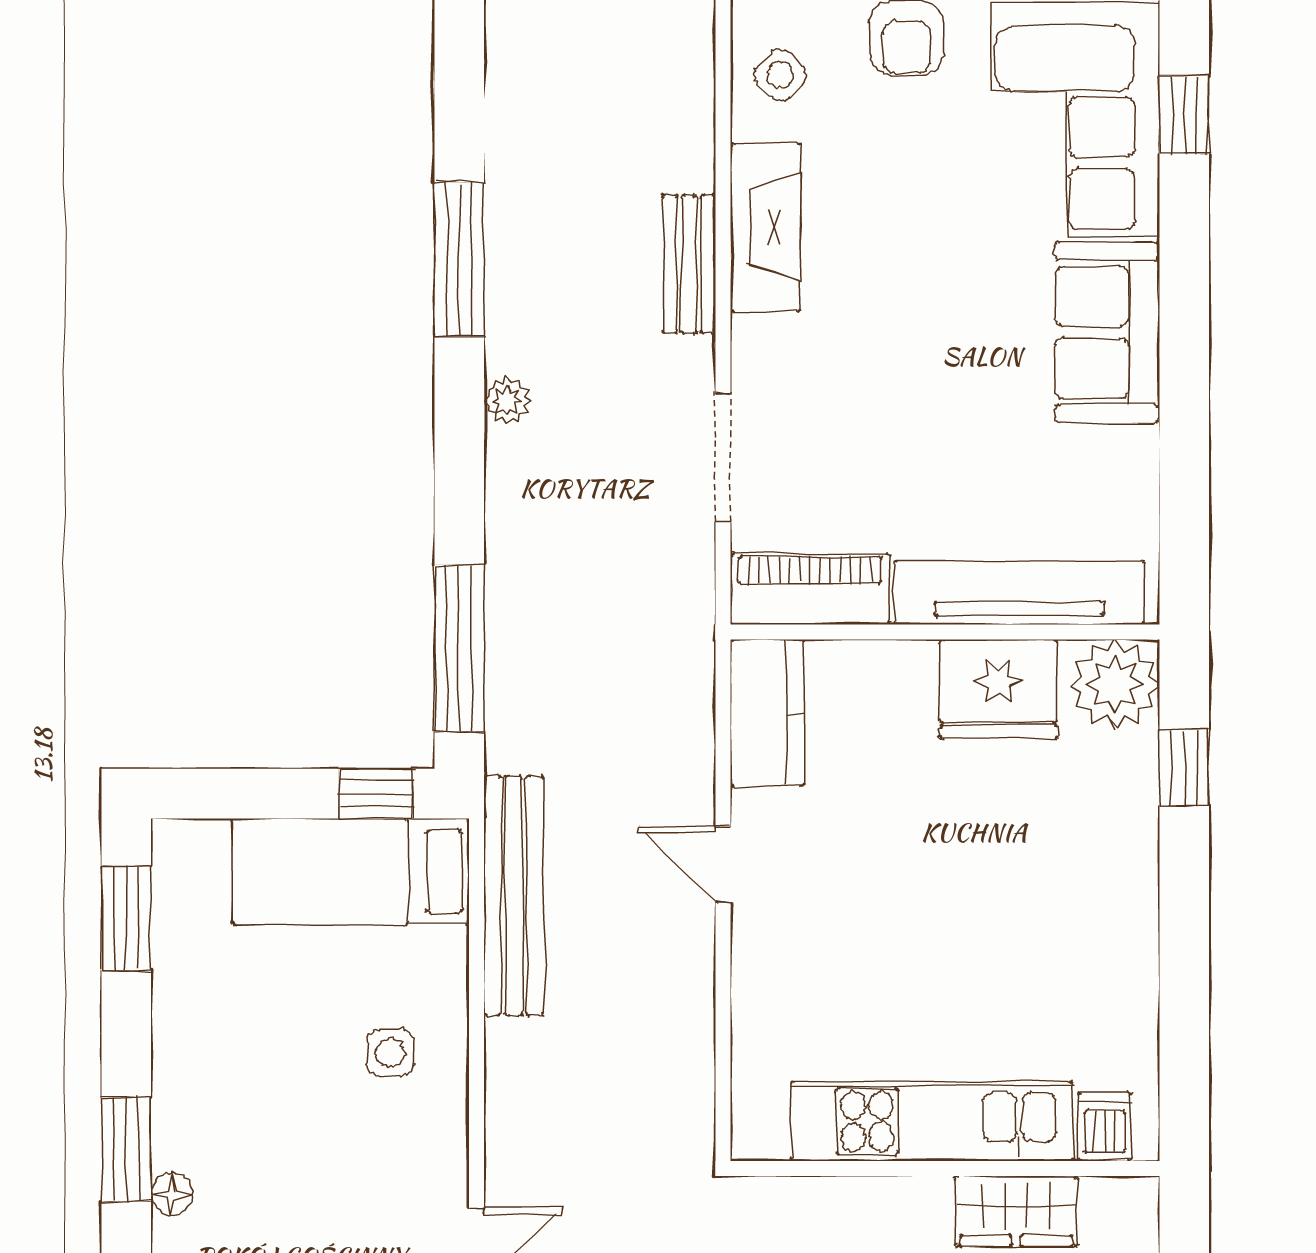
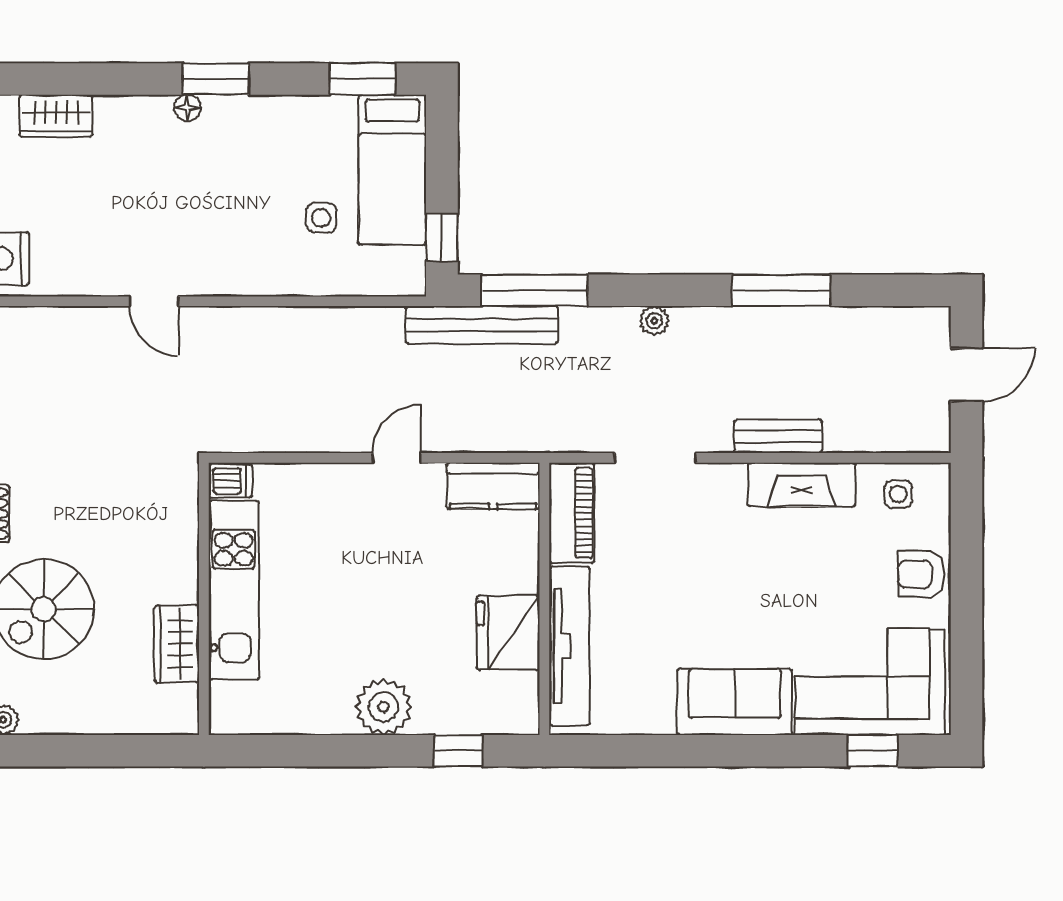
side table: (780, 75) -> (898, 494), turned 45
plant: (507, 401) -> (654, 321), moved
plant: (1115, 684) -> (384, 707), moved
bed: (351, 871) -> (392, 170), moved, turned 180
bench: (514, 895) -> (482, 325), moved
side table: (390, 1053) -> (321, 218), moved
dishwasher: (1104, 1127) -> (230, 481), moved

